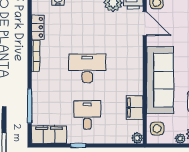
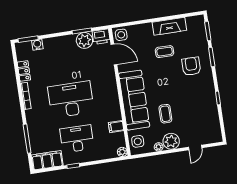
desk: (87, 68) -> (71, 99), width x1.36, depth x1.30
filing cabinet: (135, 108) -> (116, 127), width x0.50
desk: (87, 115) -> (77, 139), width x1.37

